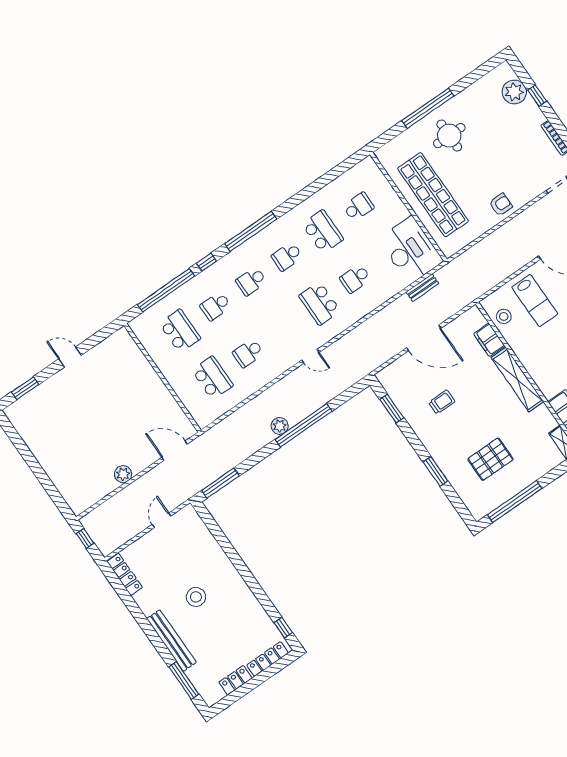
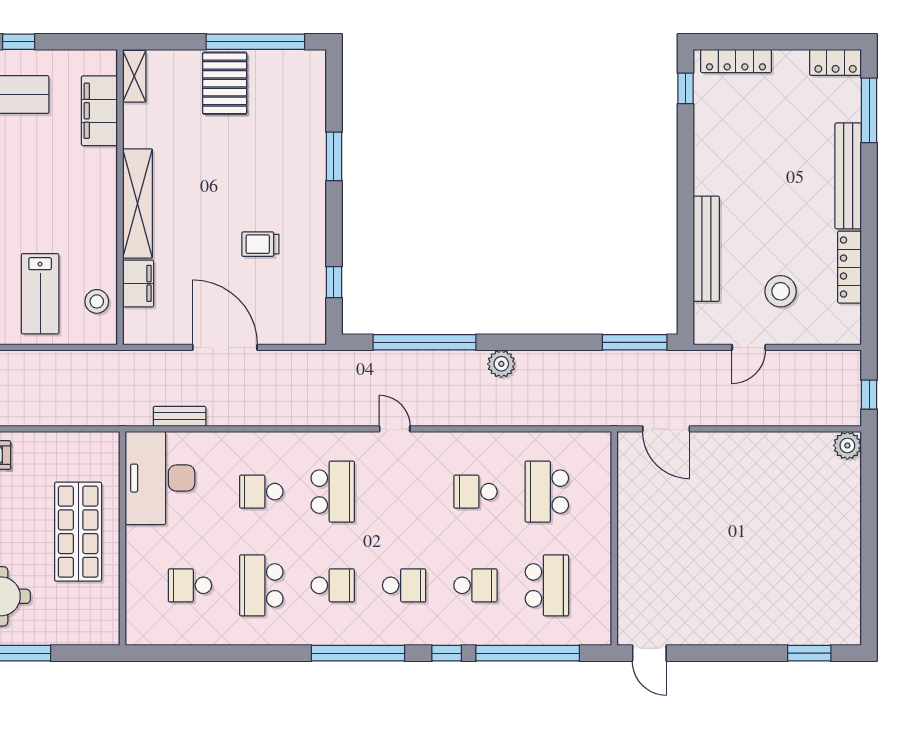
shop shelf: (433, 195) -> (78, 532), width x0.71
school desk: (355, 279) -> (261, 492), turned 180
lab bench: (535, 301) -> (40, 294), turned 180
school desk: (180, 331) -> (547, 585), turned 180
school desk: (248, 353) -> (475, 492), turned 180
door: (70, 357) -> (649, 653), moved
window: (392, 409) -> (334, 282), width x0.67
window: (304, 425) -> (425, 342), moved
pallet: (491, 459) -> (225, 83), moved, turned 90
plant: (123, 474) -> (847, 445), moved
bench: (217, 555) -> (706, 249), added
locker: (125, 574) -> (849, 267), moved
stool: (196, 597) -> (781, 291), moved
locker: (235, 680) -> (836, 62), moved

